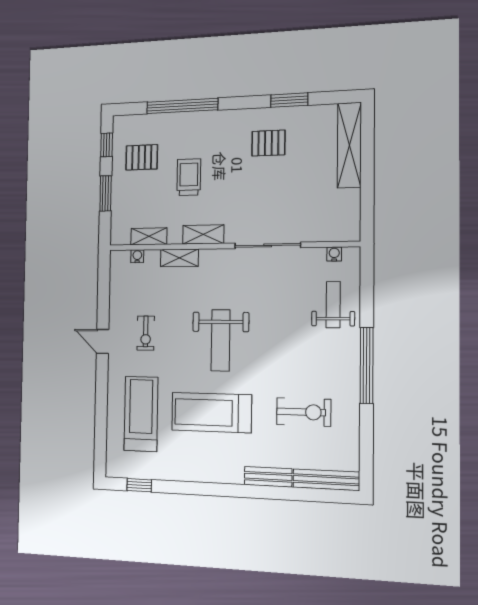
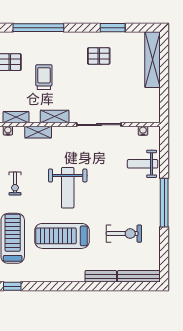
weight bench: (333, 305) -> (143, 164), turned -90

